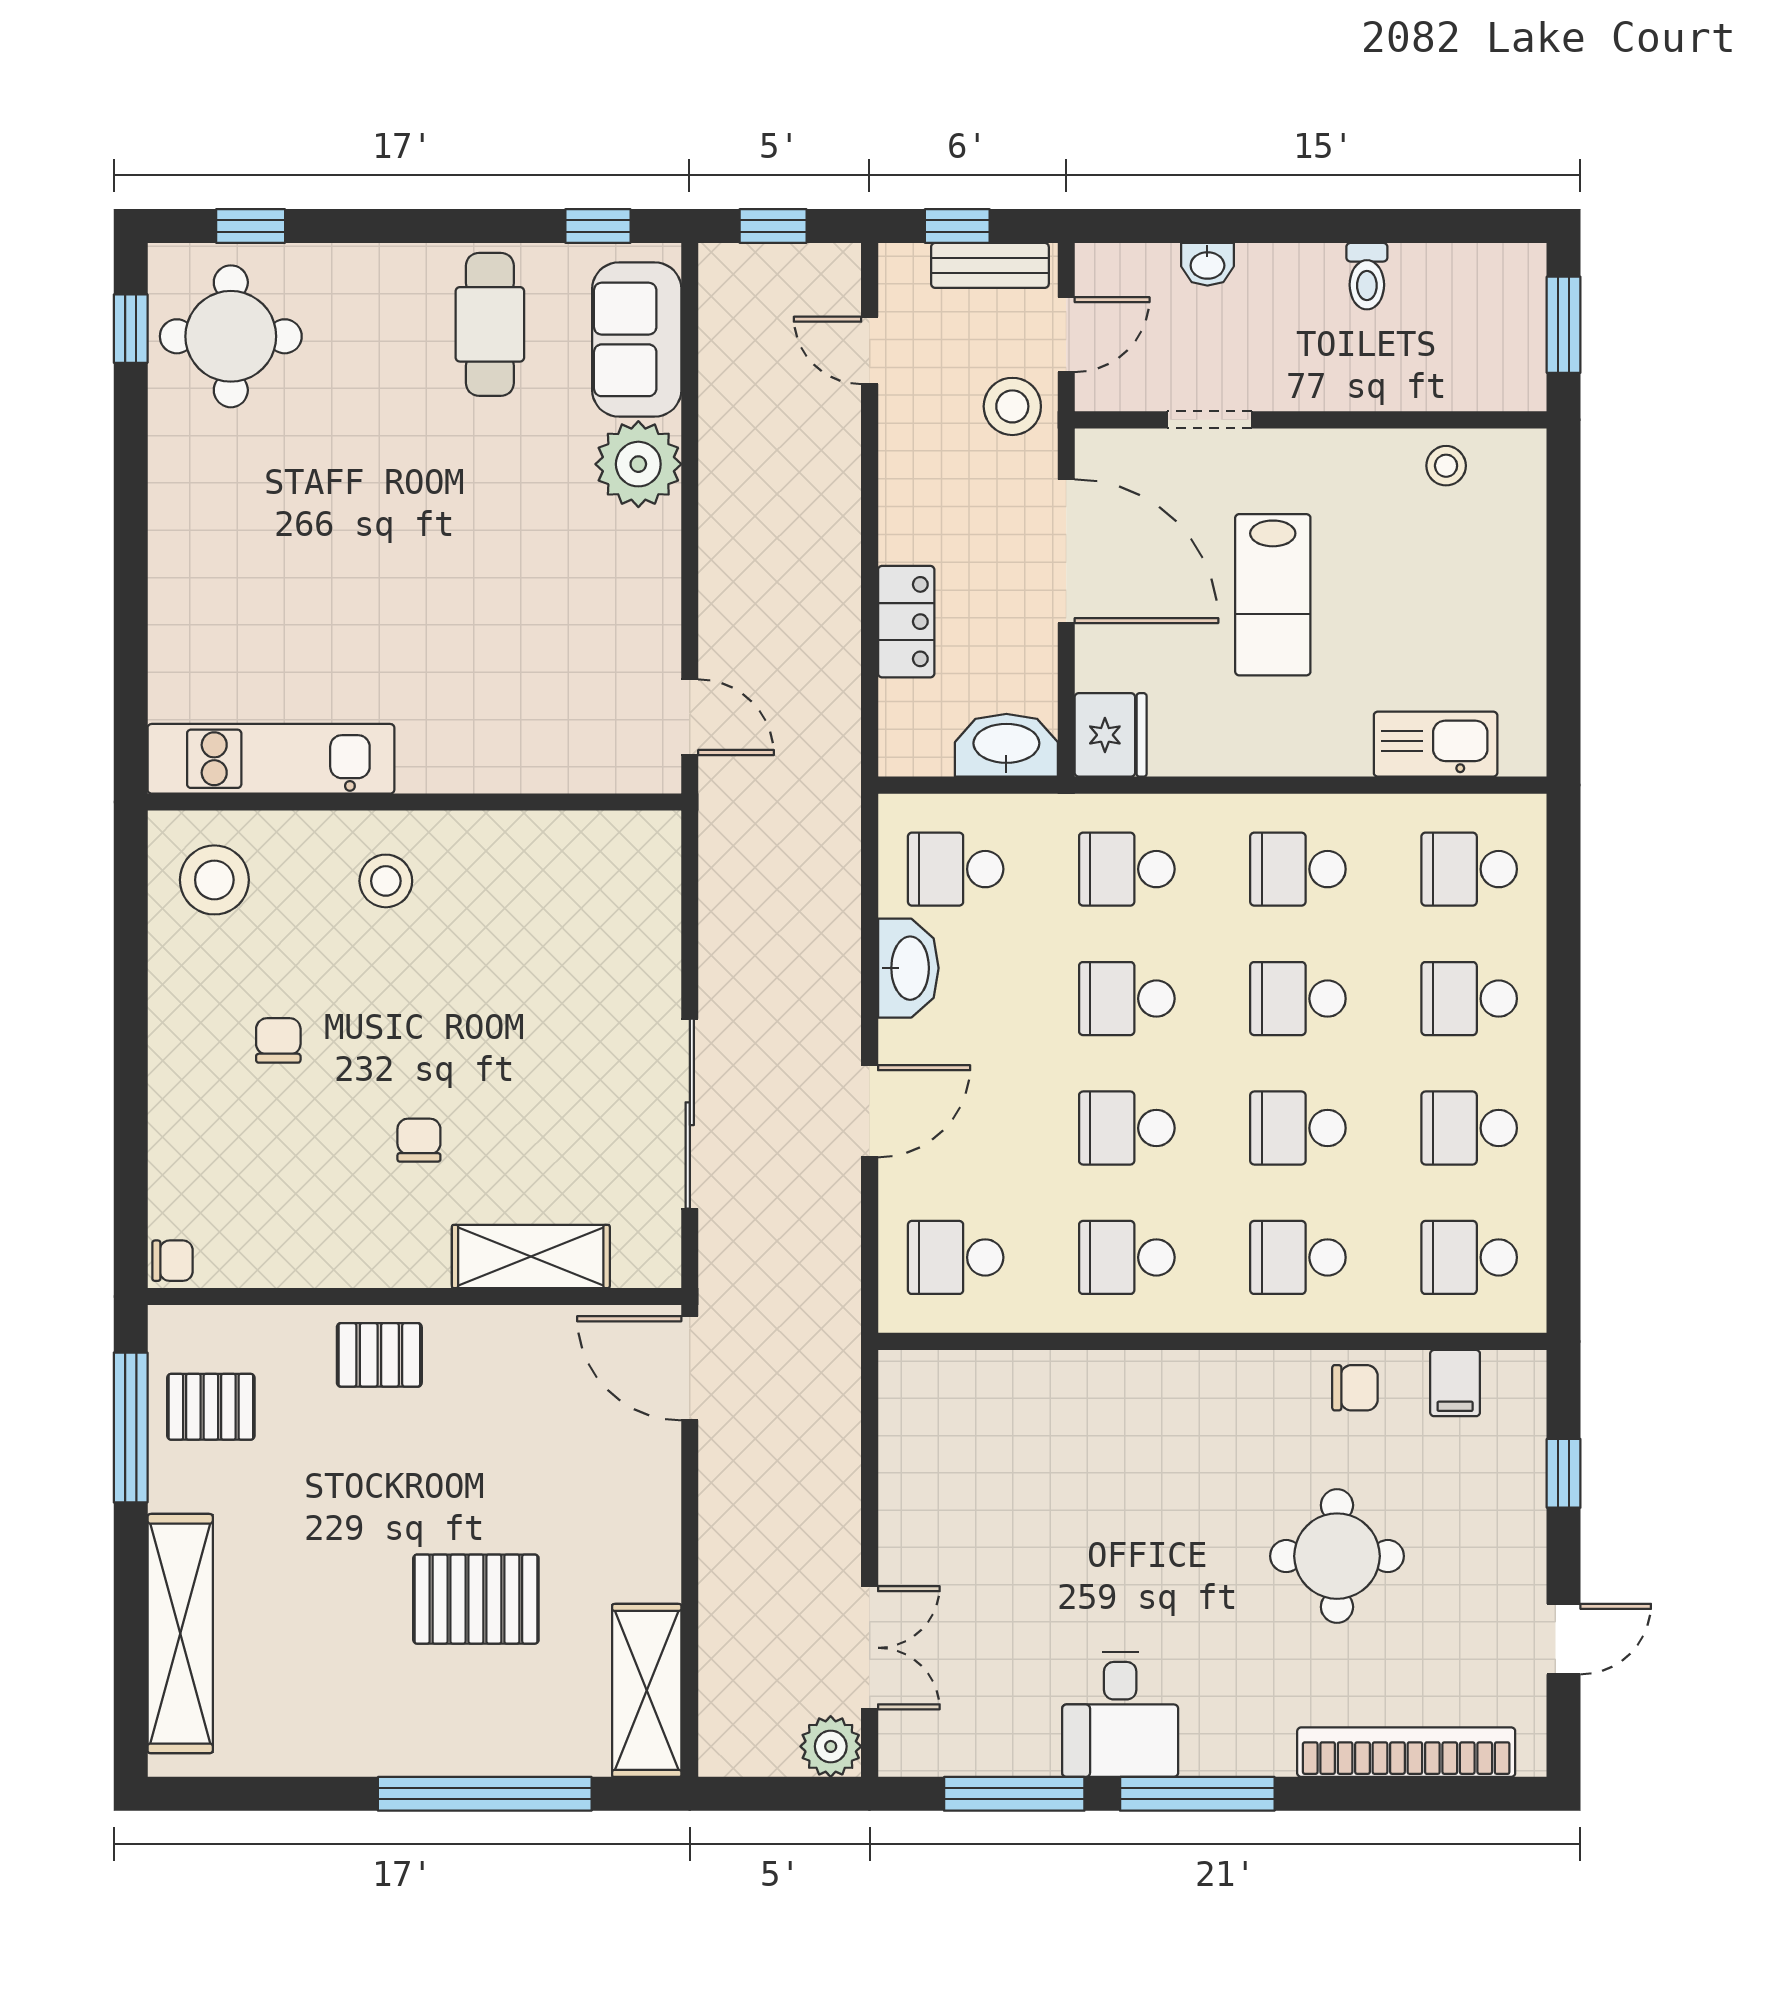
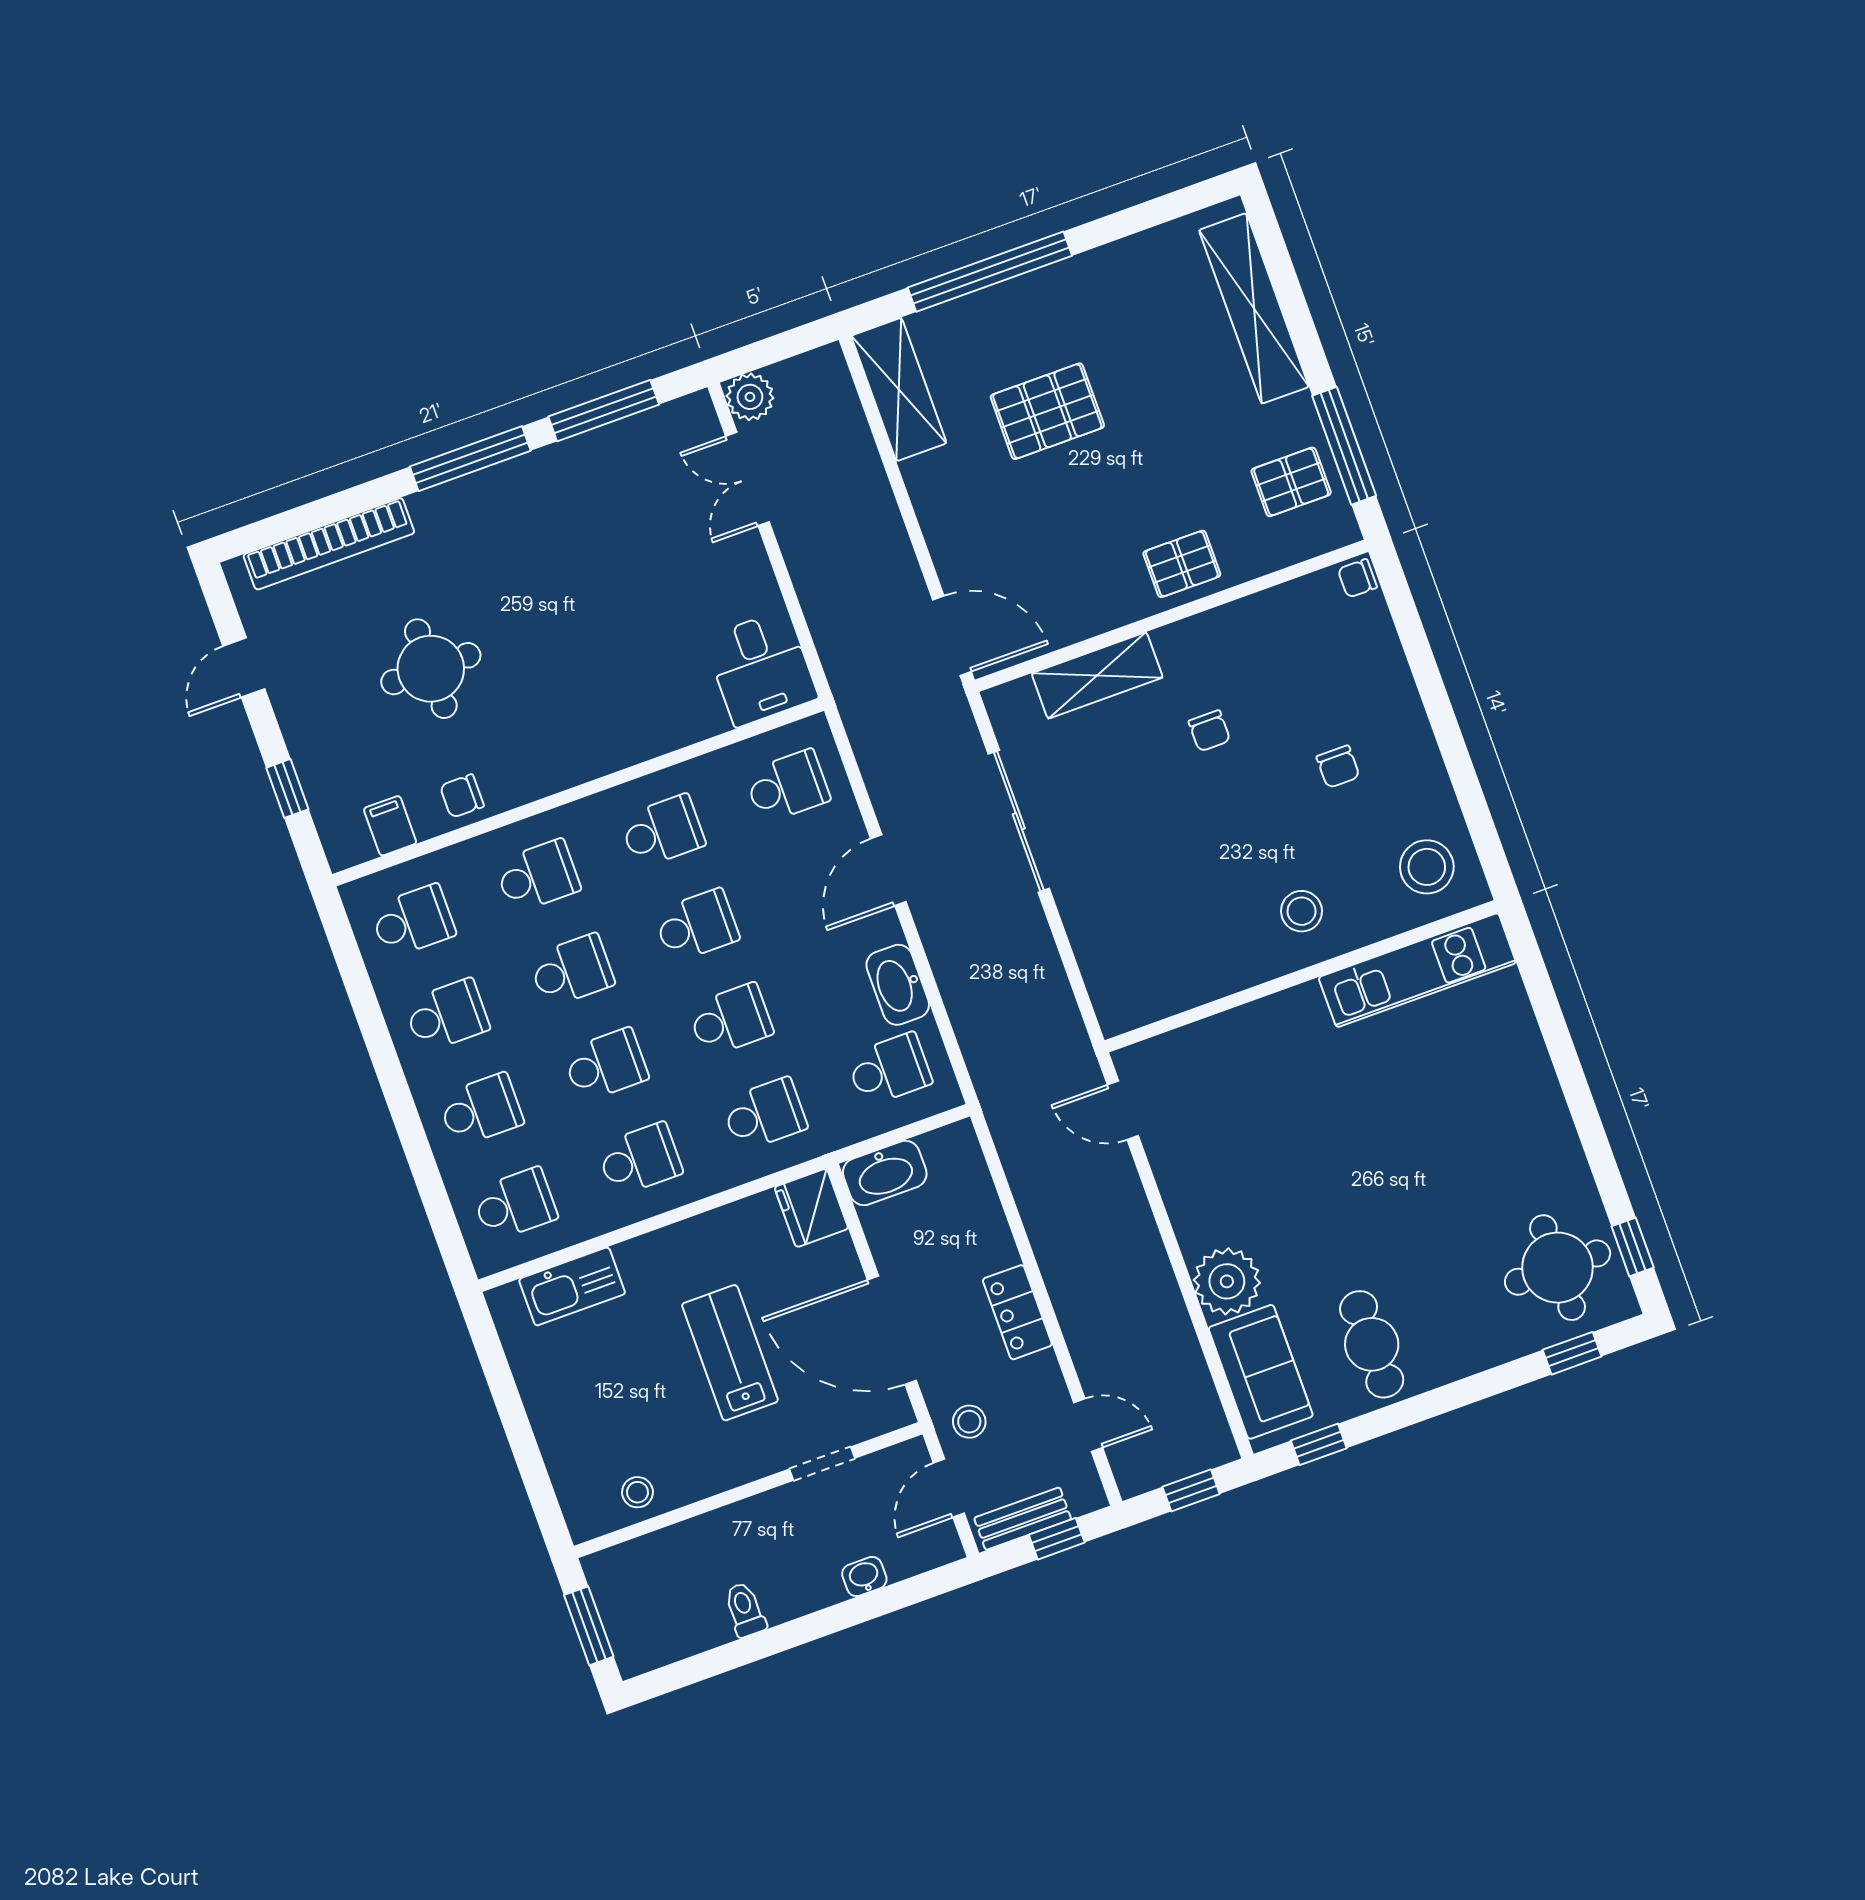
stool: (1012, 406) -> (969, 1422), width x0.73, depth x0.73
locker: (906, 622) -> (1017, 1312), moved
desk: (1120, 1714) -> (761, 668), moved, turned 180

